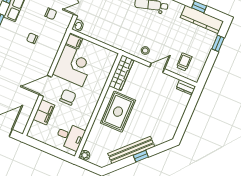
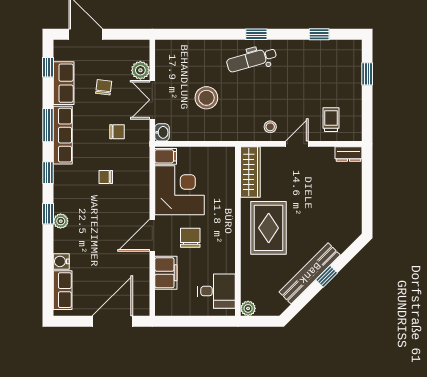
stool: (114, 16) -> (206, 98), added
kitchen counter: (202, 19) -> (331, 50), removed

